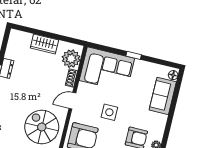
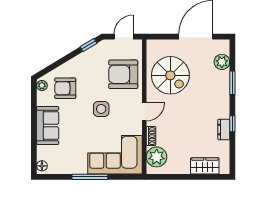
wardrobe: (44, 44) -> (205, 166), moved
window: (134, 55) -> (90, 177), width x2.17
sofa: (163, 96) -> (48, 125), moved

